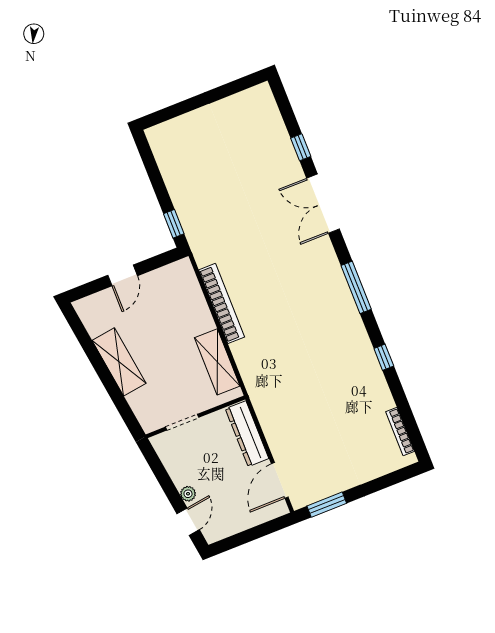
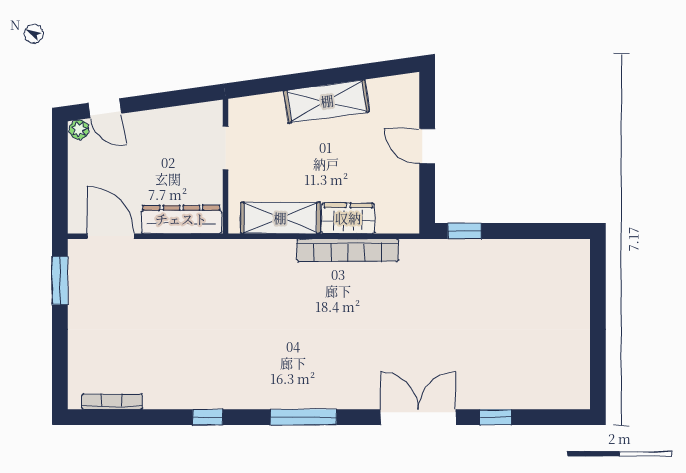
wardrobe: (198, 312) -> (348, 218), added
plant: (188, 494) -> (79, 130), moved

